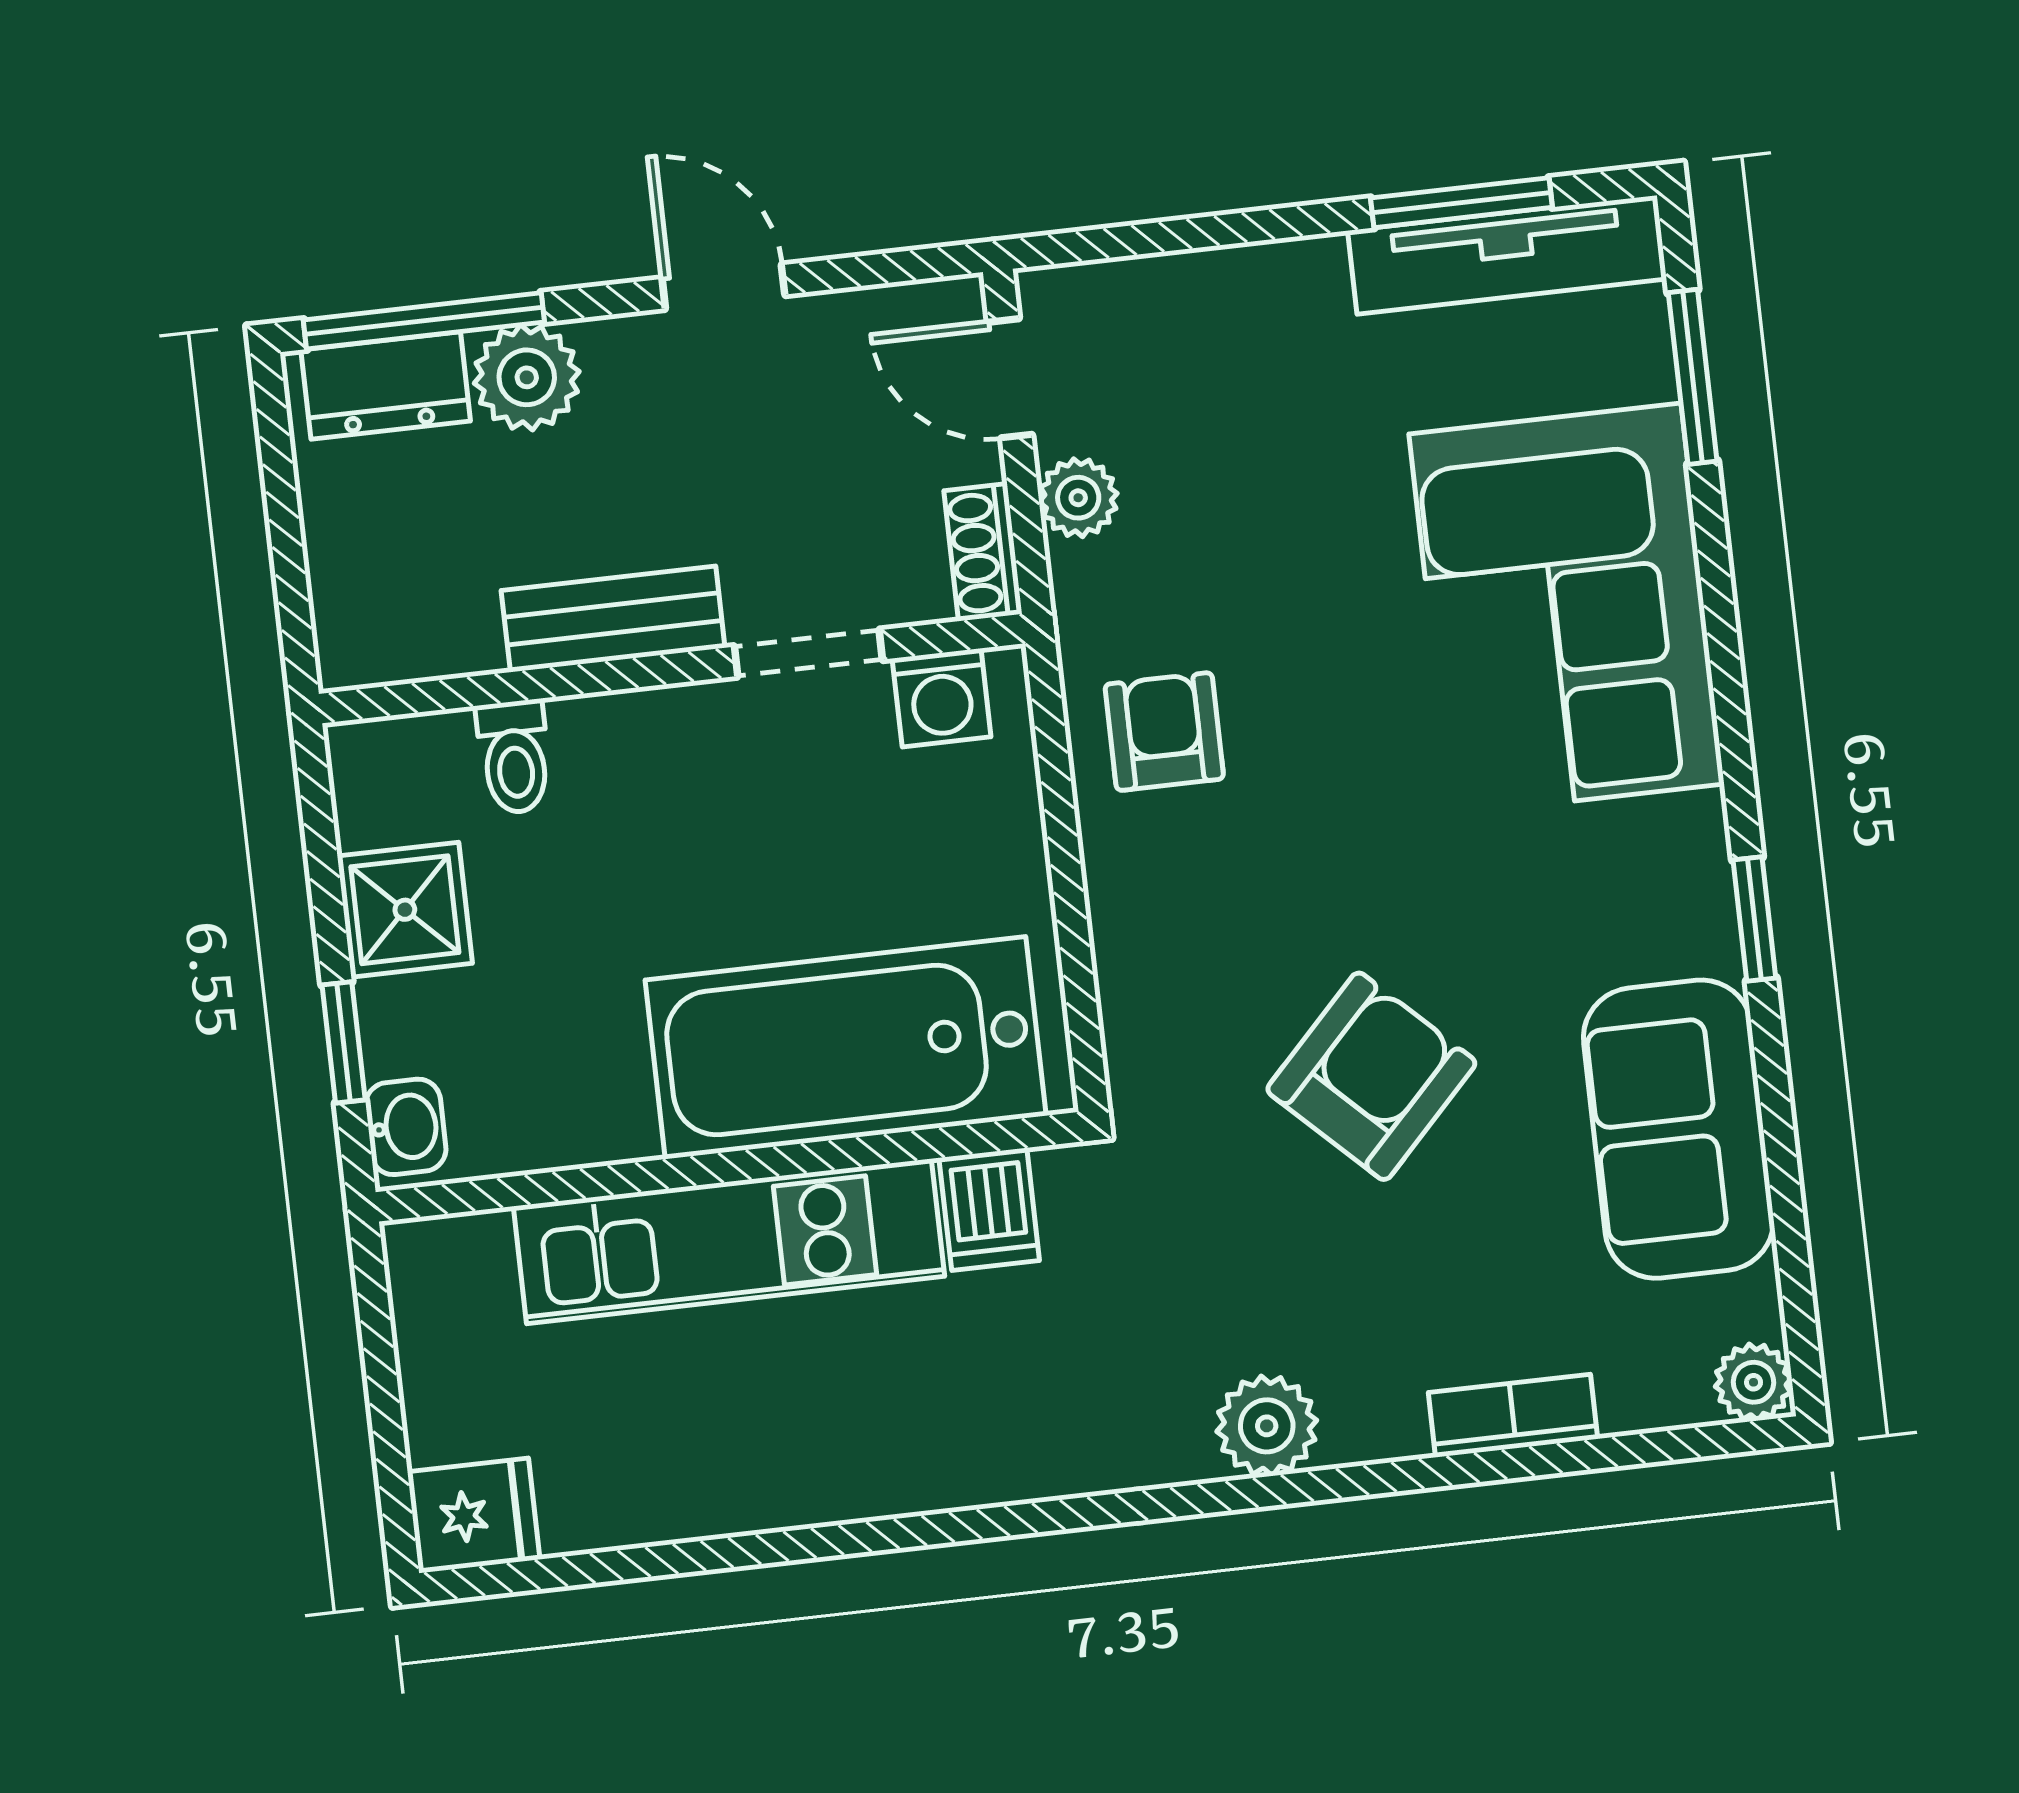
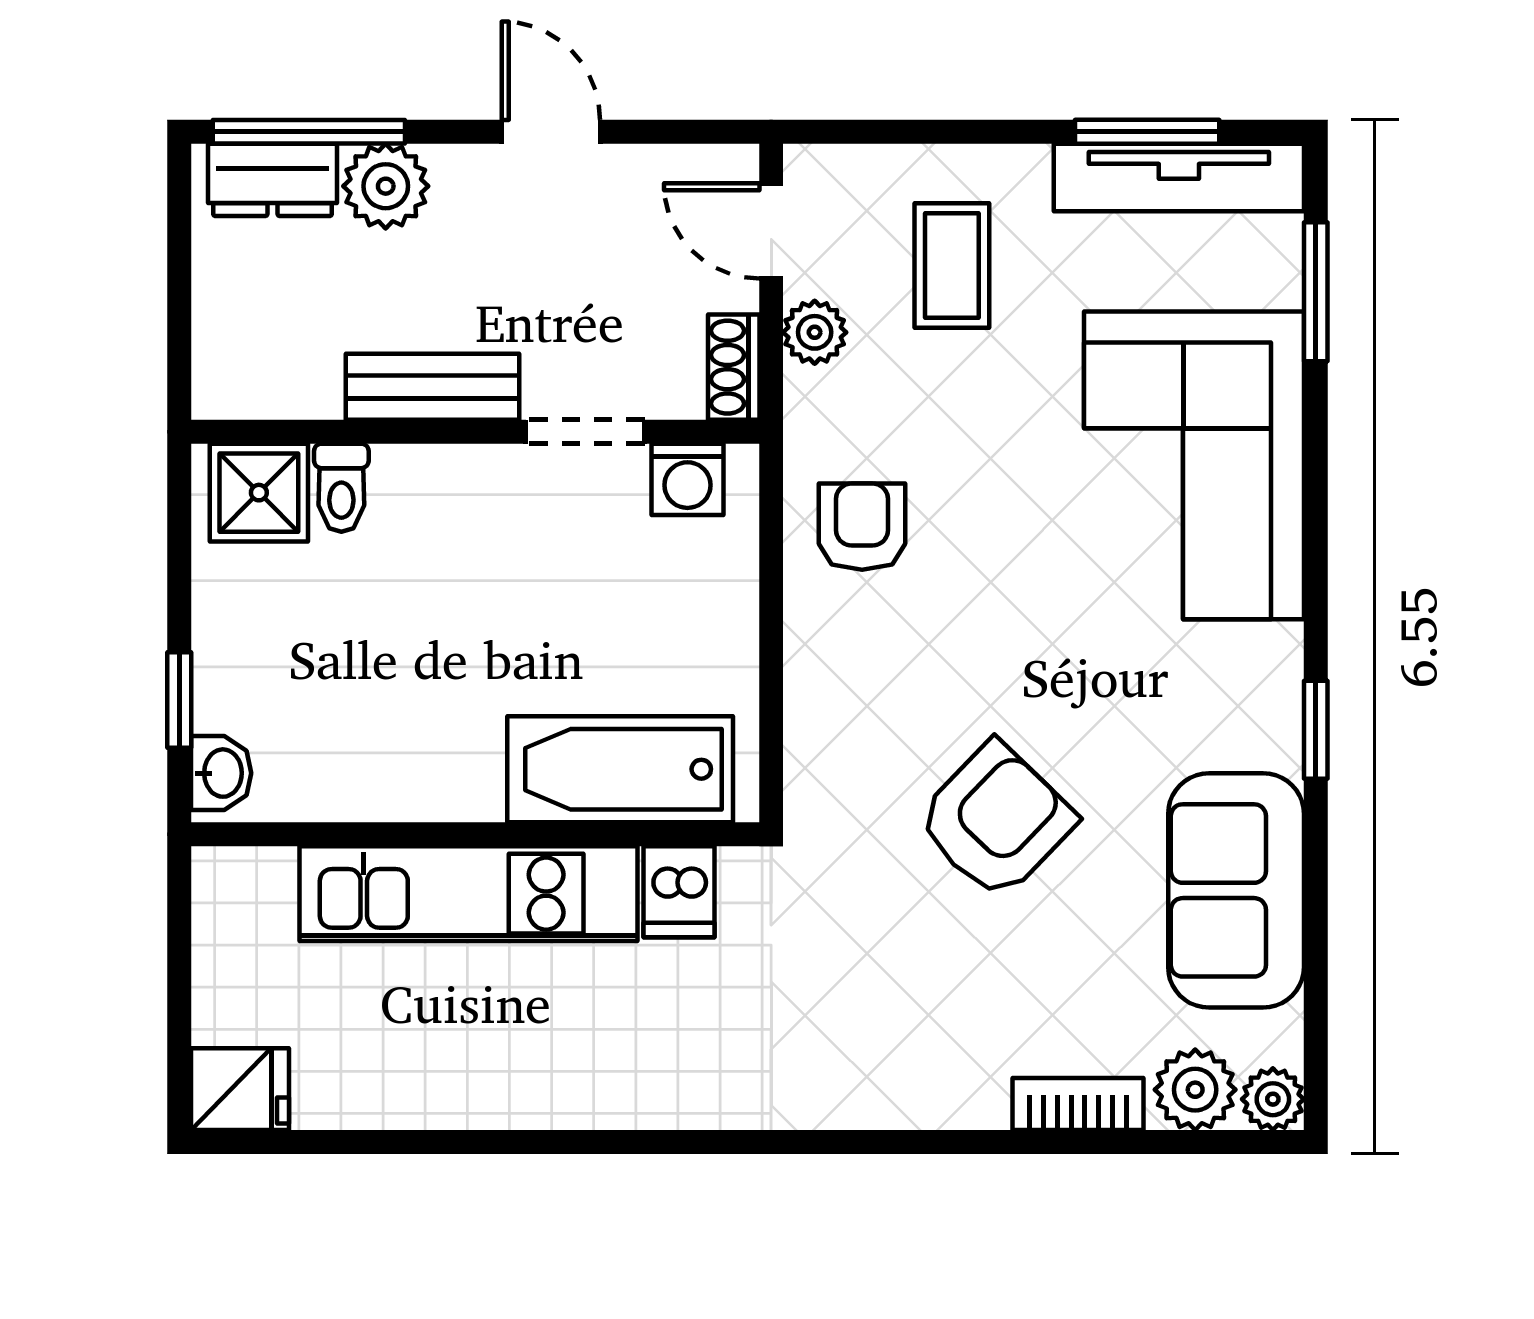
coffee table: (1239, 396) -> (952, 266), added
shower: (405, 910) -> (259, 493), moved
bathtub: (846, 1048) -> (620, 769), width x0.73, depth x0.73
plant: (1267, 1426) -> (1195, 1090), moved

